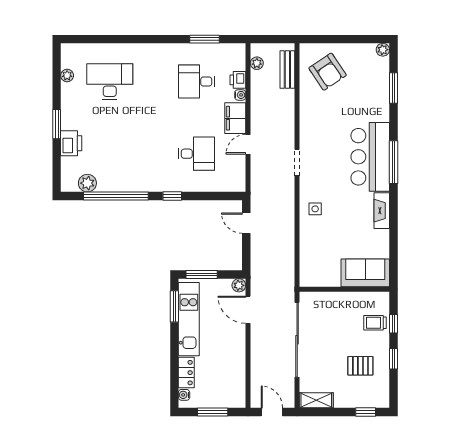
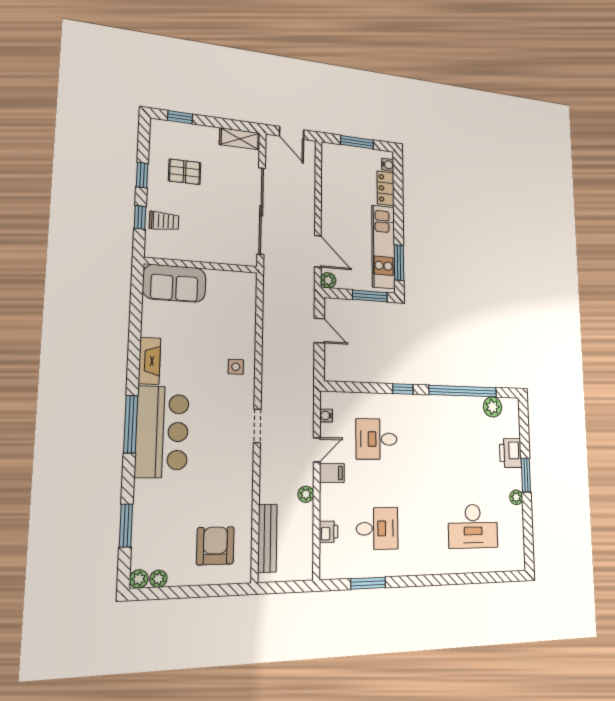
plant: (369, 49) -> (158, 579), added
plant: (257, 63) -> (306, 494), moved
bench: (287, 69) -> (267, 538), width x1.36
armchair: (328, 72) -> (215, 546), turned 34
plant: (67, 75) -> (516, 497), moved
water cooler: (240, 95) -> (326, 416), moved
filing cabinet: (235, 118) -> (332, 473), width x0.50
door: (246, 223) -> (319, 331), moved

